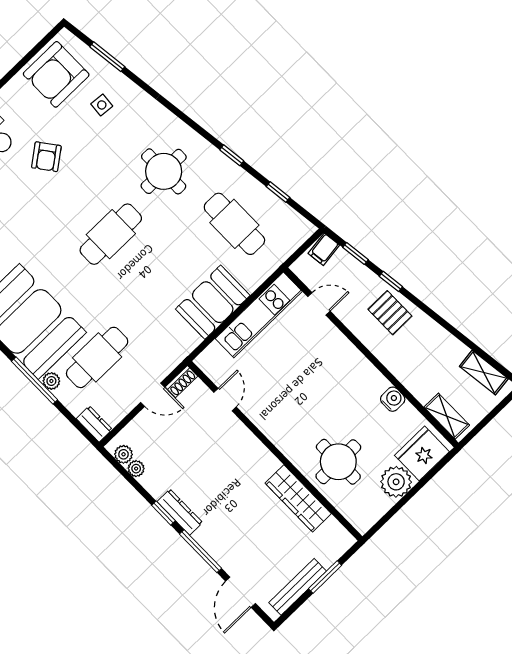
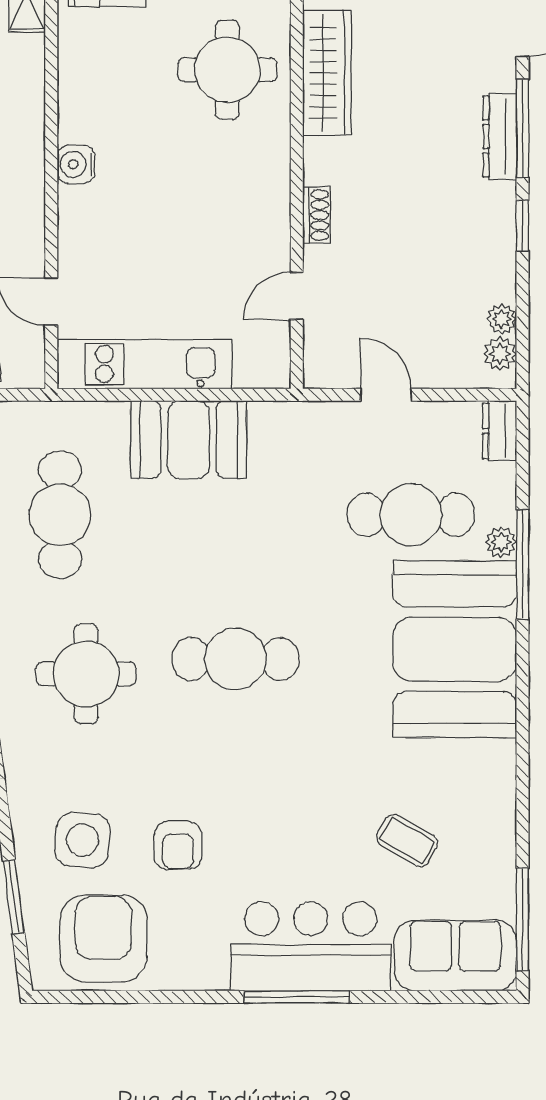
armchair: (56, 74) -> (103, 939), turned -90
side table: (102, 105) -> (82, 840), width x1.87, depth x1.87
armchair: (46, 157) -> (178, 845), moved, turned 127
shoe rack: (182, 382) -> (316, 215), moved, turned 90
water cooler: (393, 399) -> (76, 164), moved
dresser: (180, 512) -> (500, 136), moved

